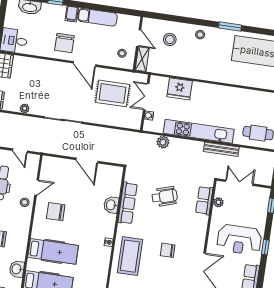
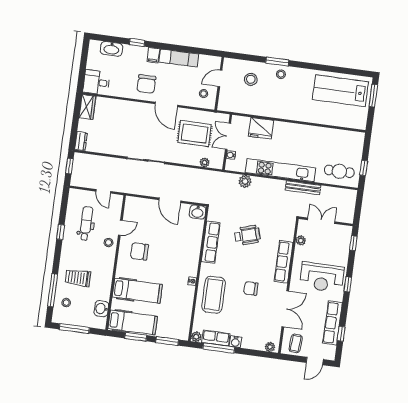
window: (230, 27) -> (277, 61), moved
door: (139, 38) -> (220, 78), swing flipped
shelving: (142, 59) -> (224, 99), removed
plant: (25, 108) -> (205, 162), moved
row of seats: (204, 200) -> (284, 262), moved, width x1.48
washbasin: (111, 205) -> (197, 212), moved, turned -90

